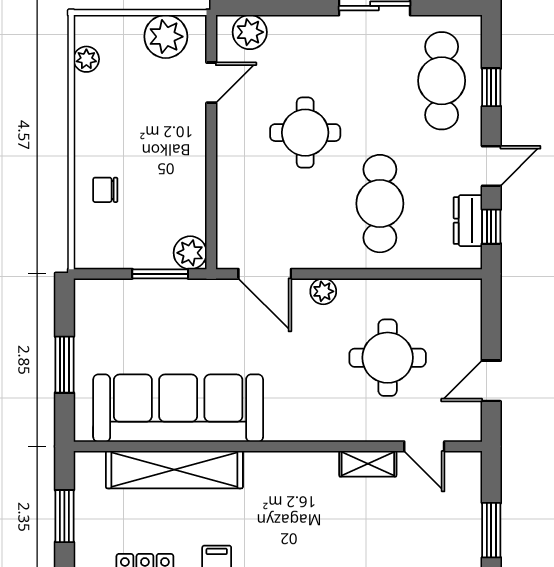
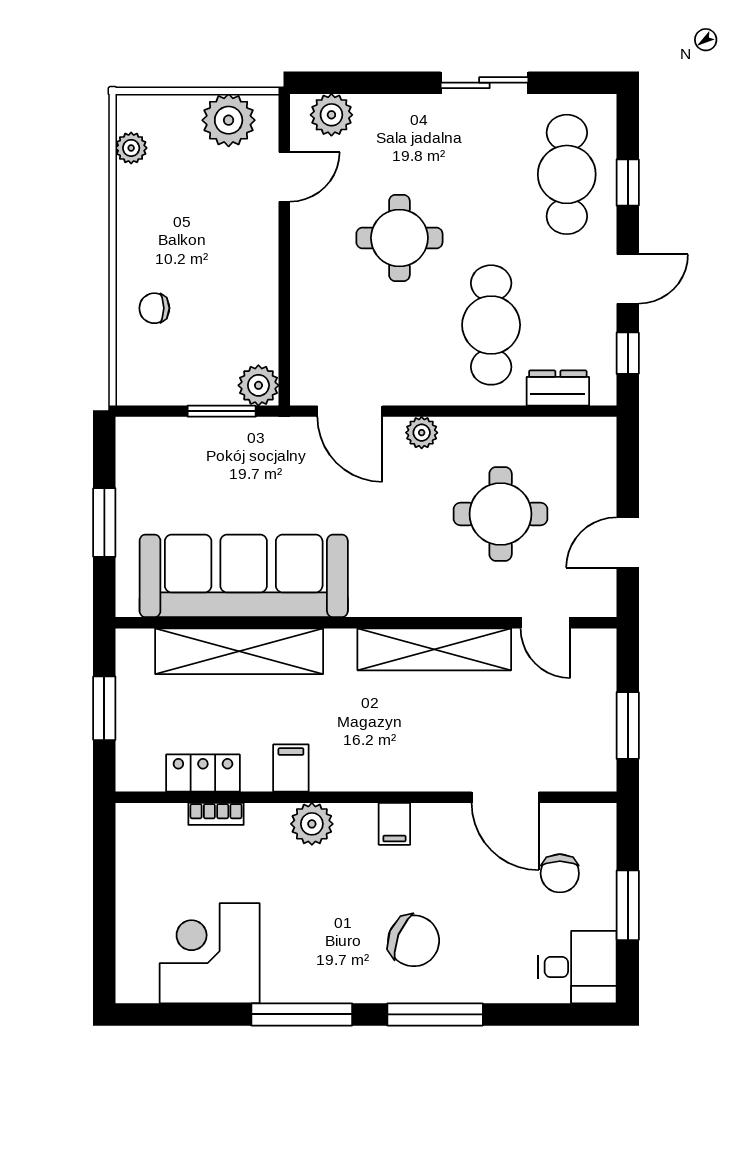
dresser: (468, 221) -> (558, 388), moved, turned 90
shelving: (368, 464) -> (434, 649), width x2.20, depth x1.33

